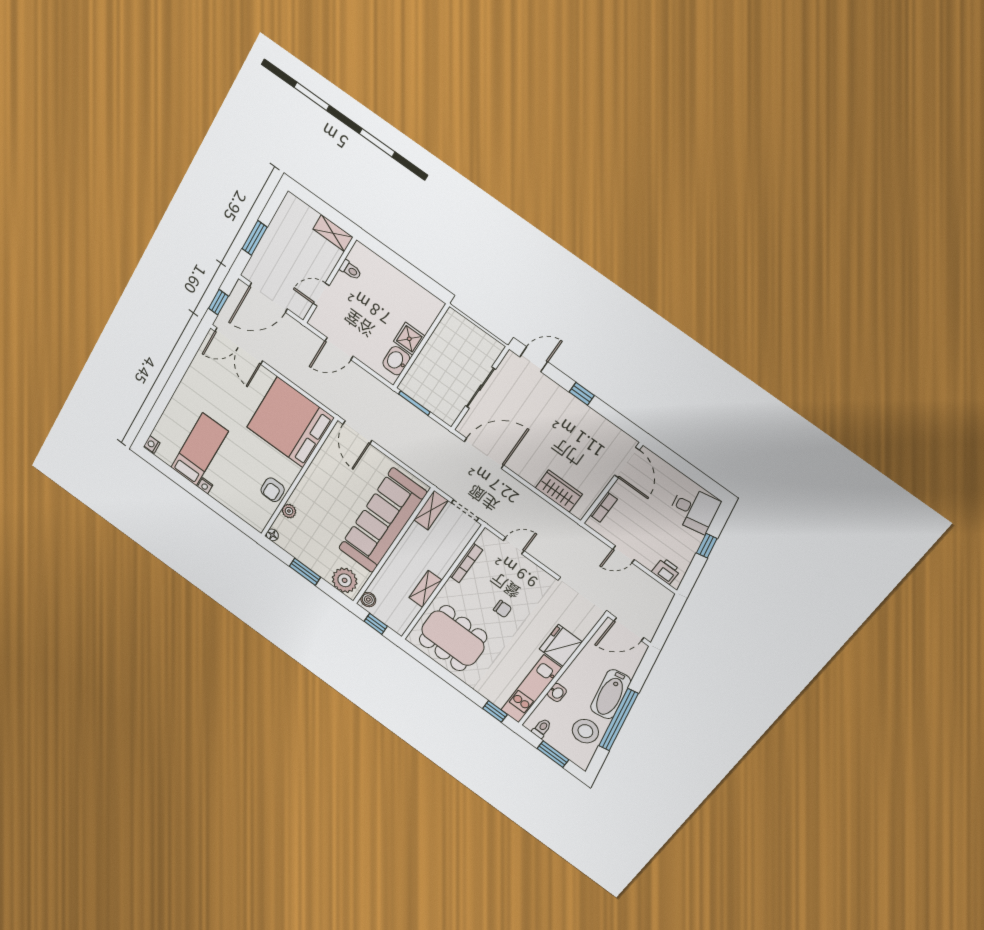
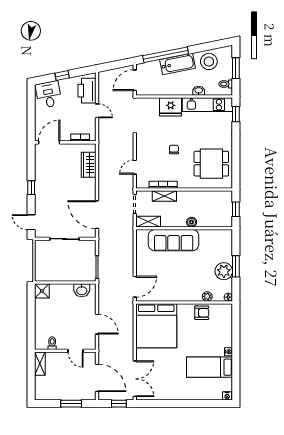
shower: (409, 339) -> (42, 291), moved
sofa: (382, 521) -> (174, 240), width x0.74, depth x0.79
door: (514, 546) -> (135, 167), hinge flipped
printer: (666, 571) -> (87, 91), width x1.87, depth x1.48
plant: (345, 580) -> (224, 271), moved
shelving: (425, 589) -> (164, 196), moved
boiler: (368, 600) -> (192, 222), moved
door: (629, 629) -> (135, 80), swing flipped
dining table: (453, 638) -> (211, 164), width x0.73
window: (618, 720) -> (166, 55), moved

